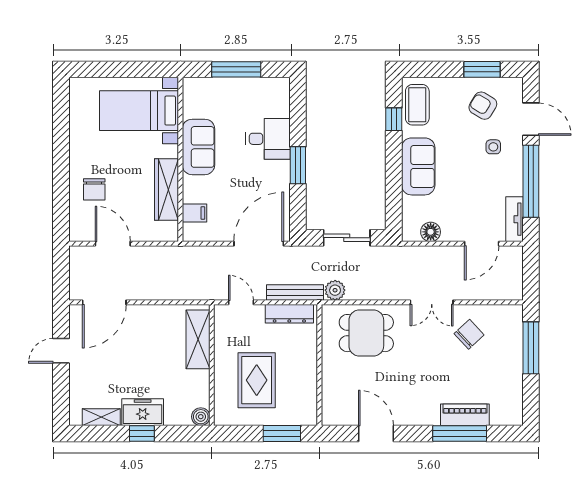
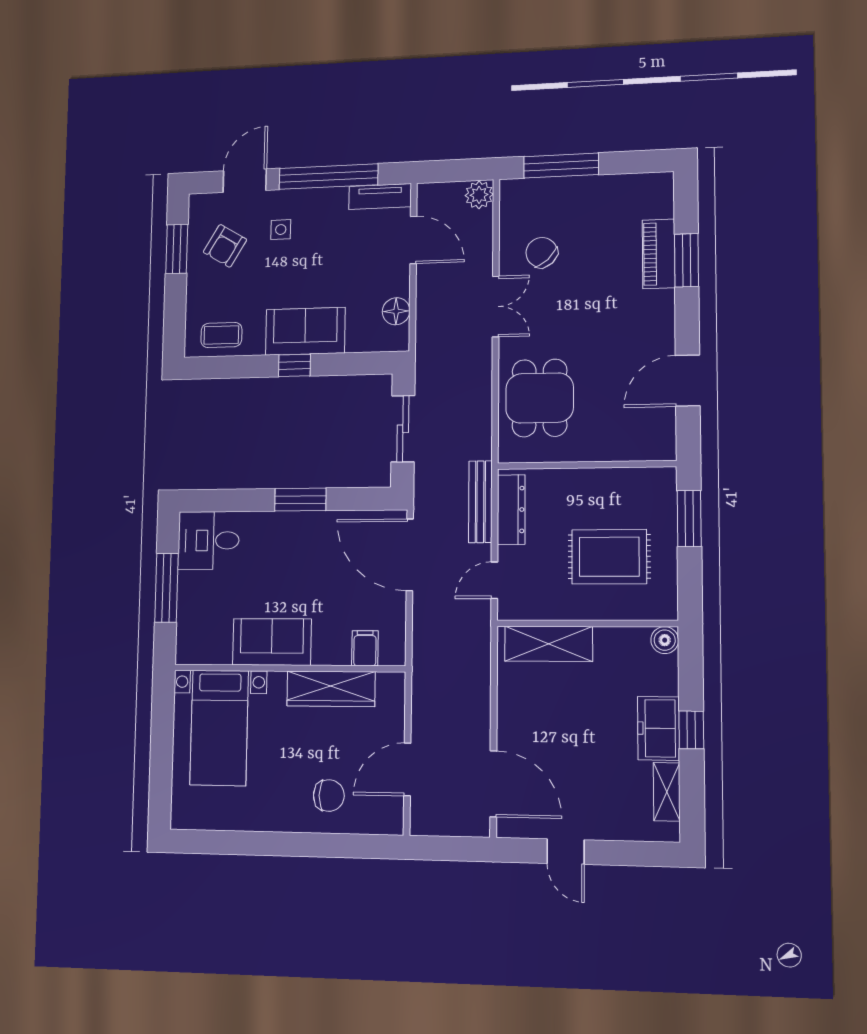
coffee table: (417, 105) -> (221, 335), width x0.73, depth x0.77
window: (394, 119) -> (295, 365), moved
desk: (268, 139) -> (209, 541), moved, turned -90
plant: (335, 290) -> (479, 195), moved
window: (460, 434) -> (686, 260), width x0.69

